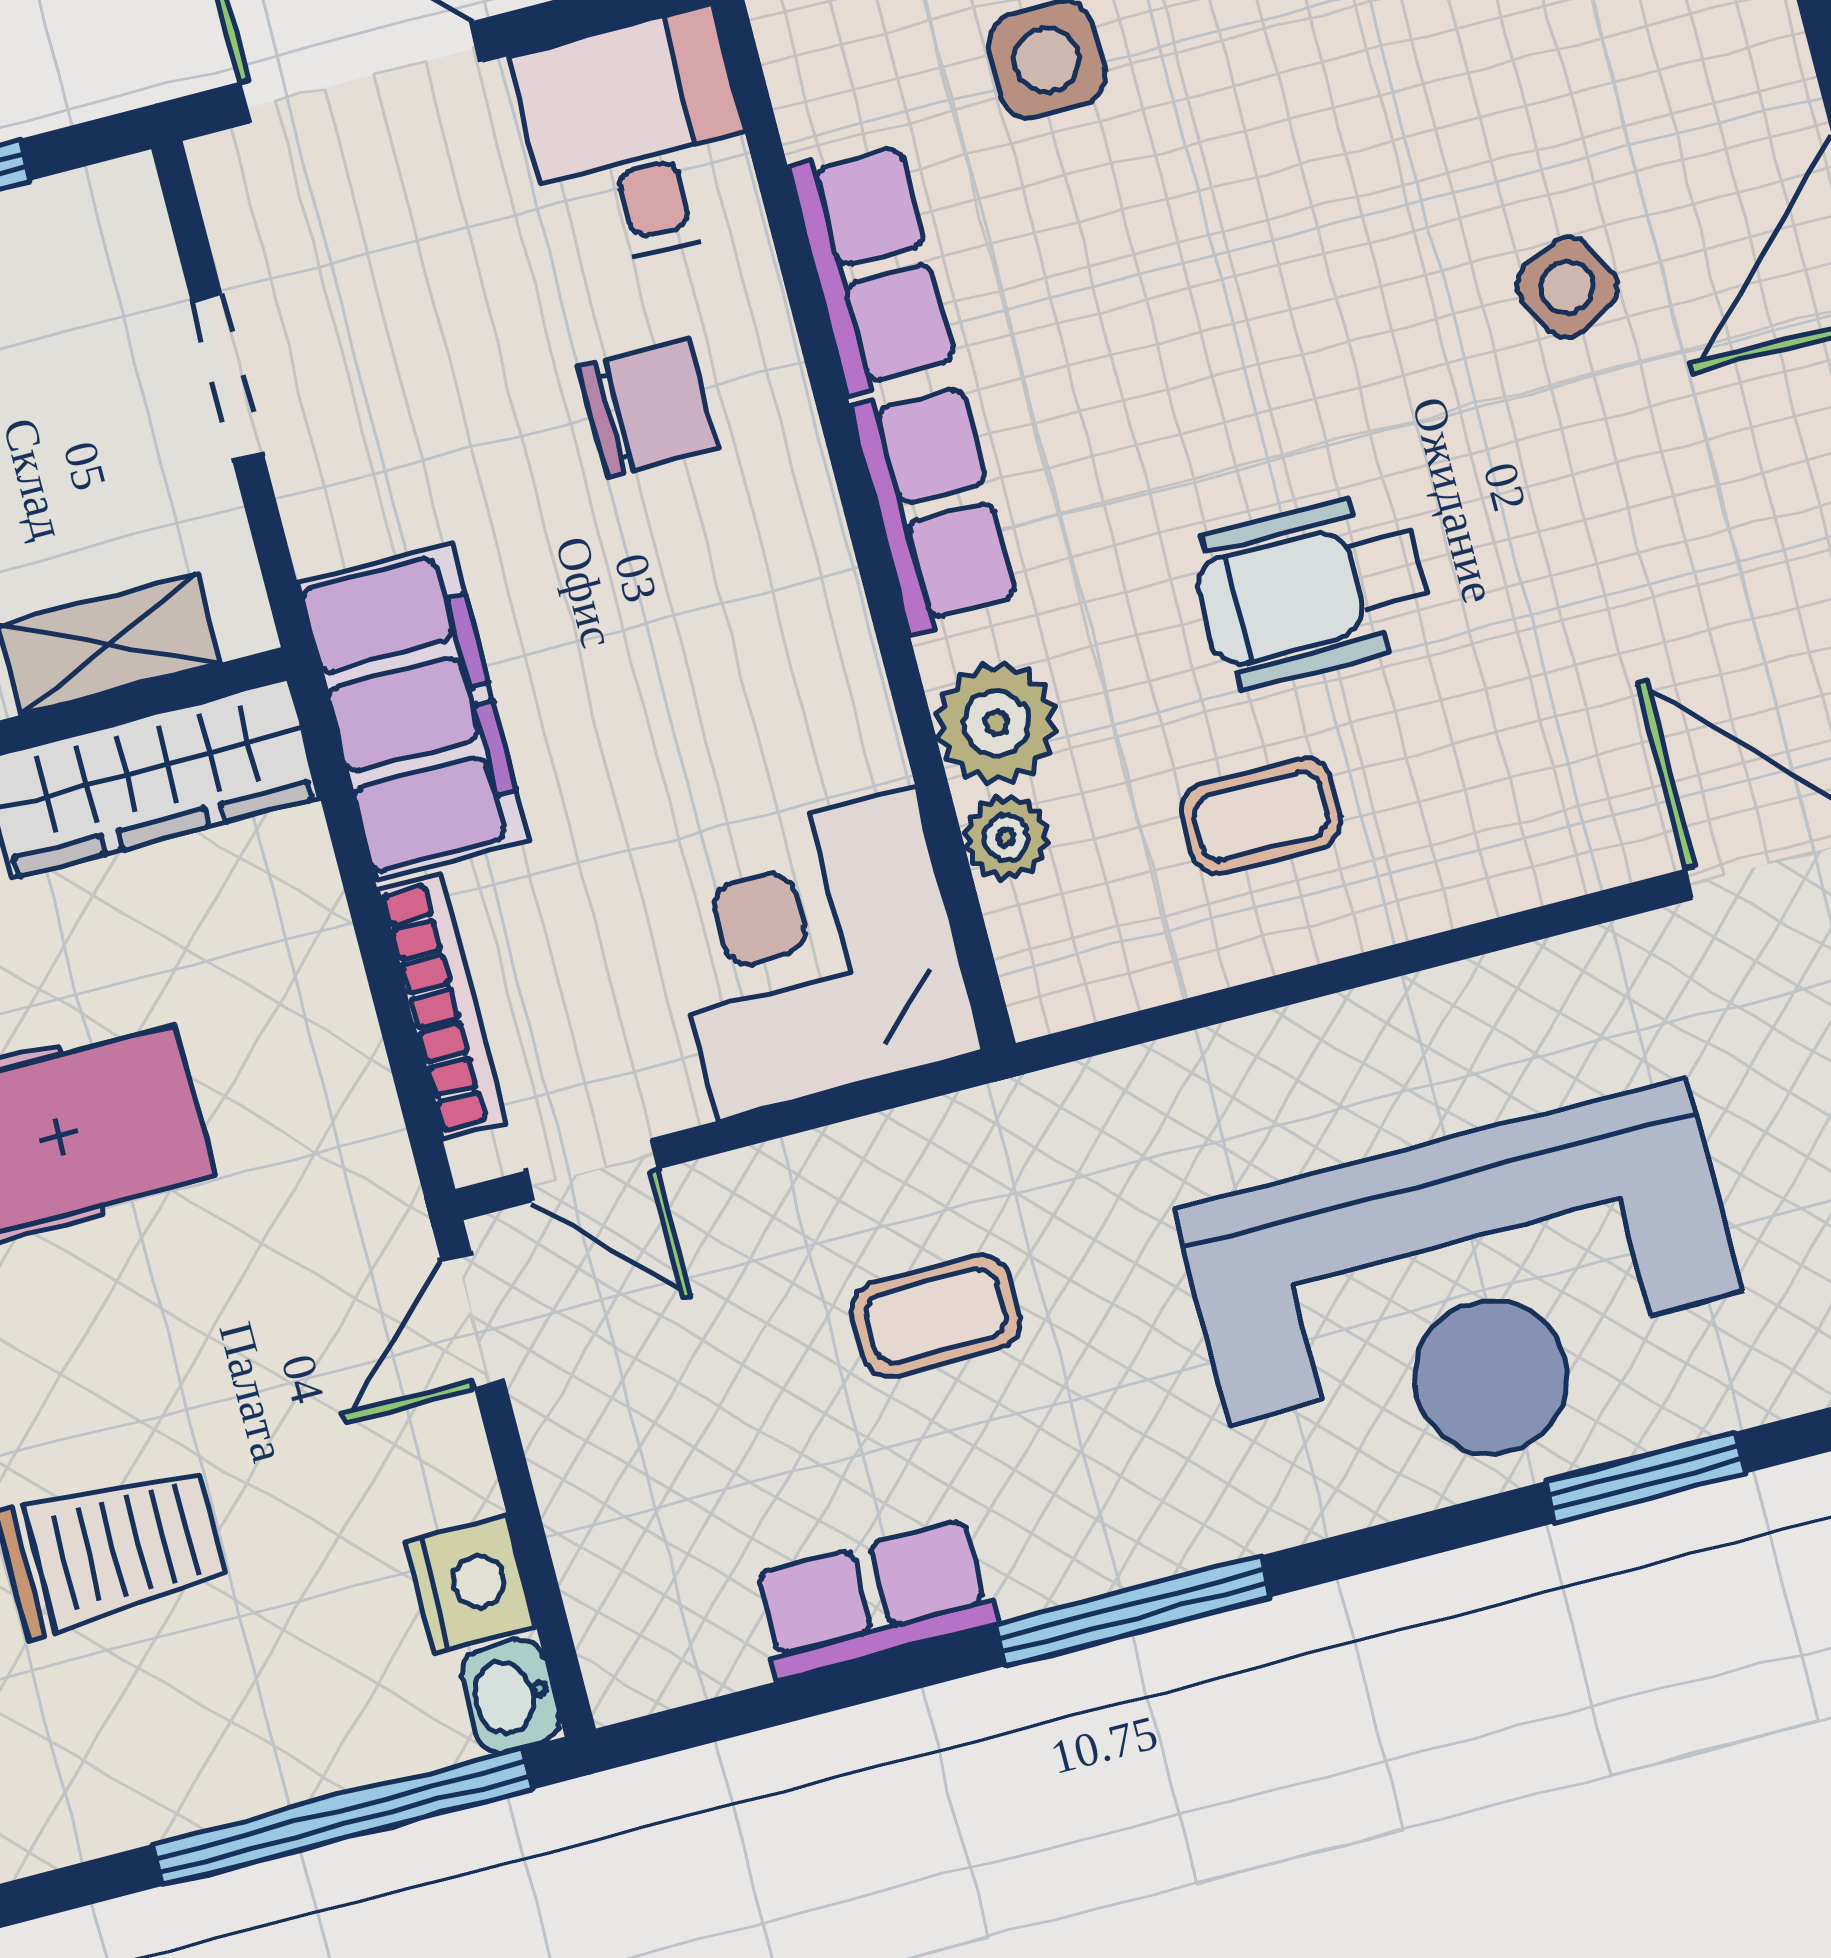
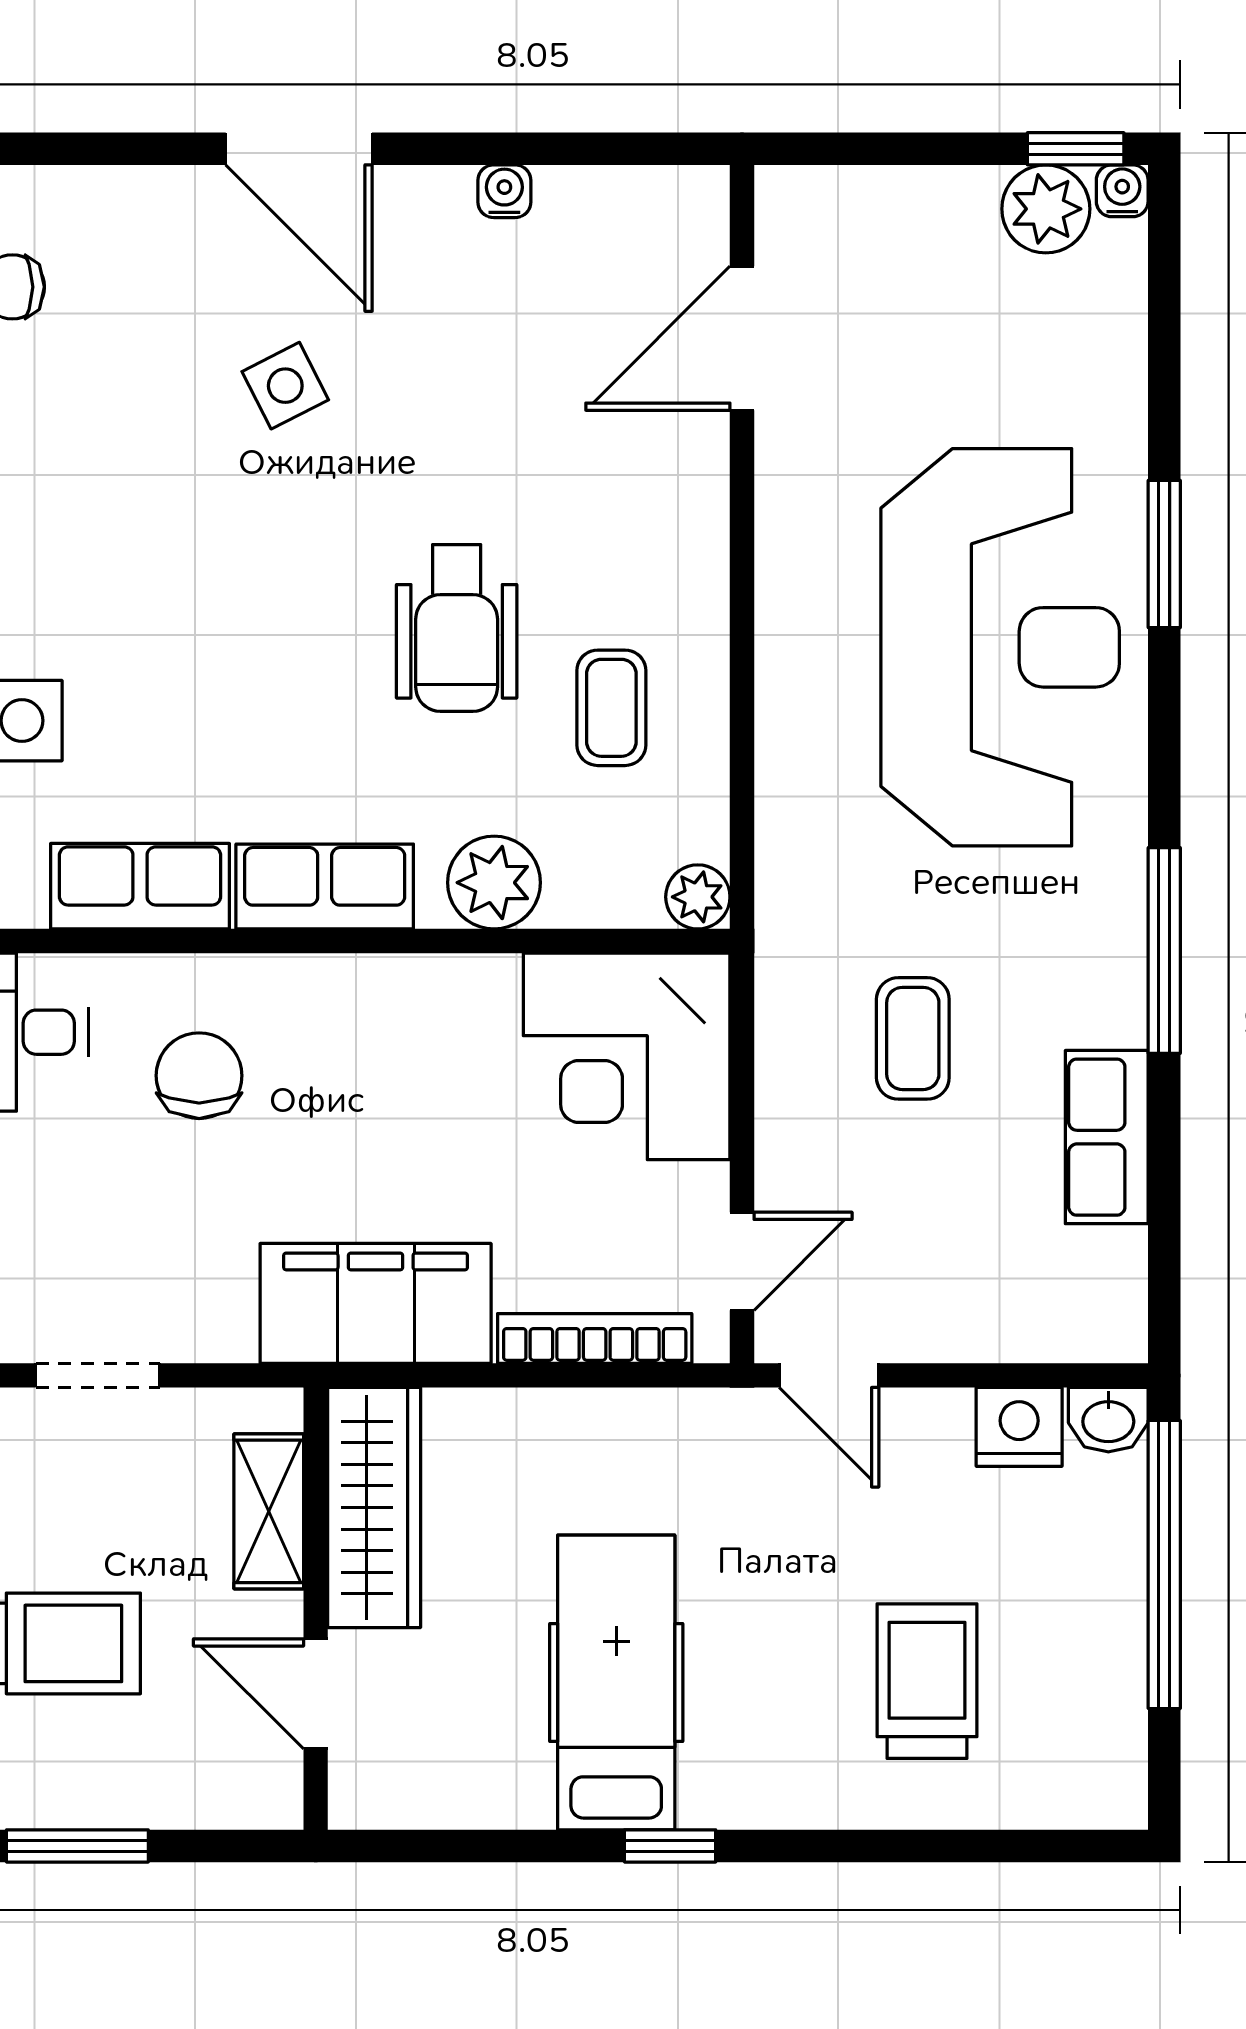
plant: (1006, 838) -> (698, 897), moved

